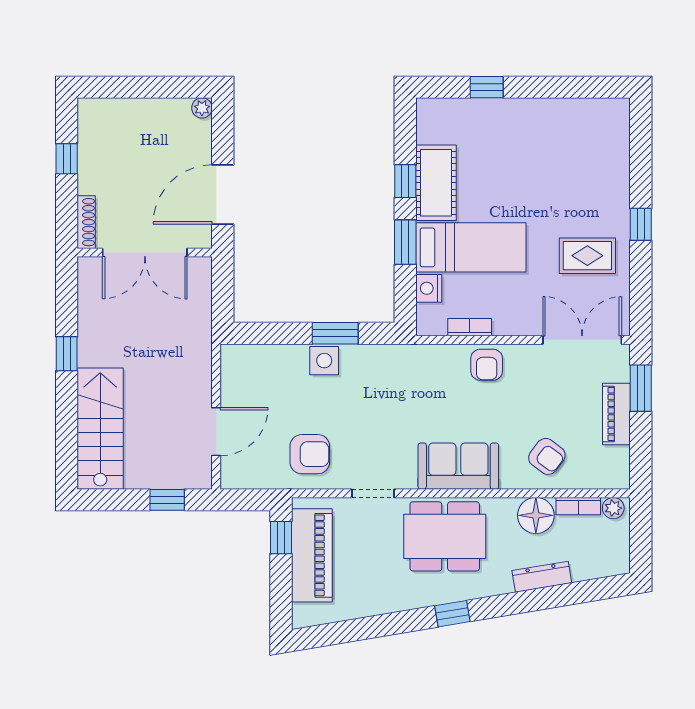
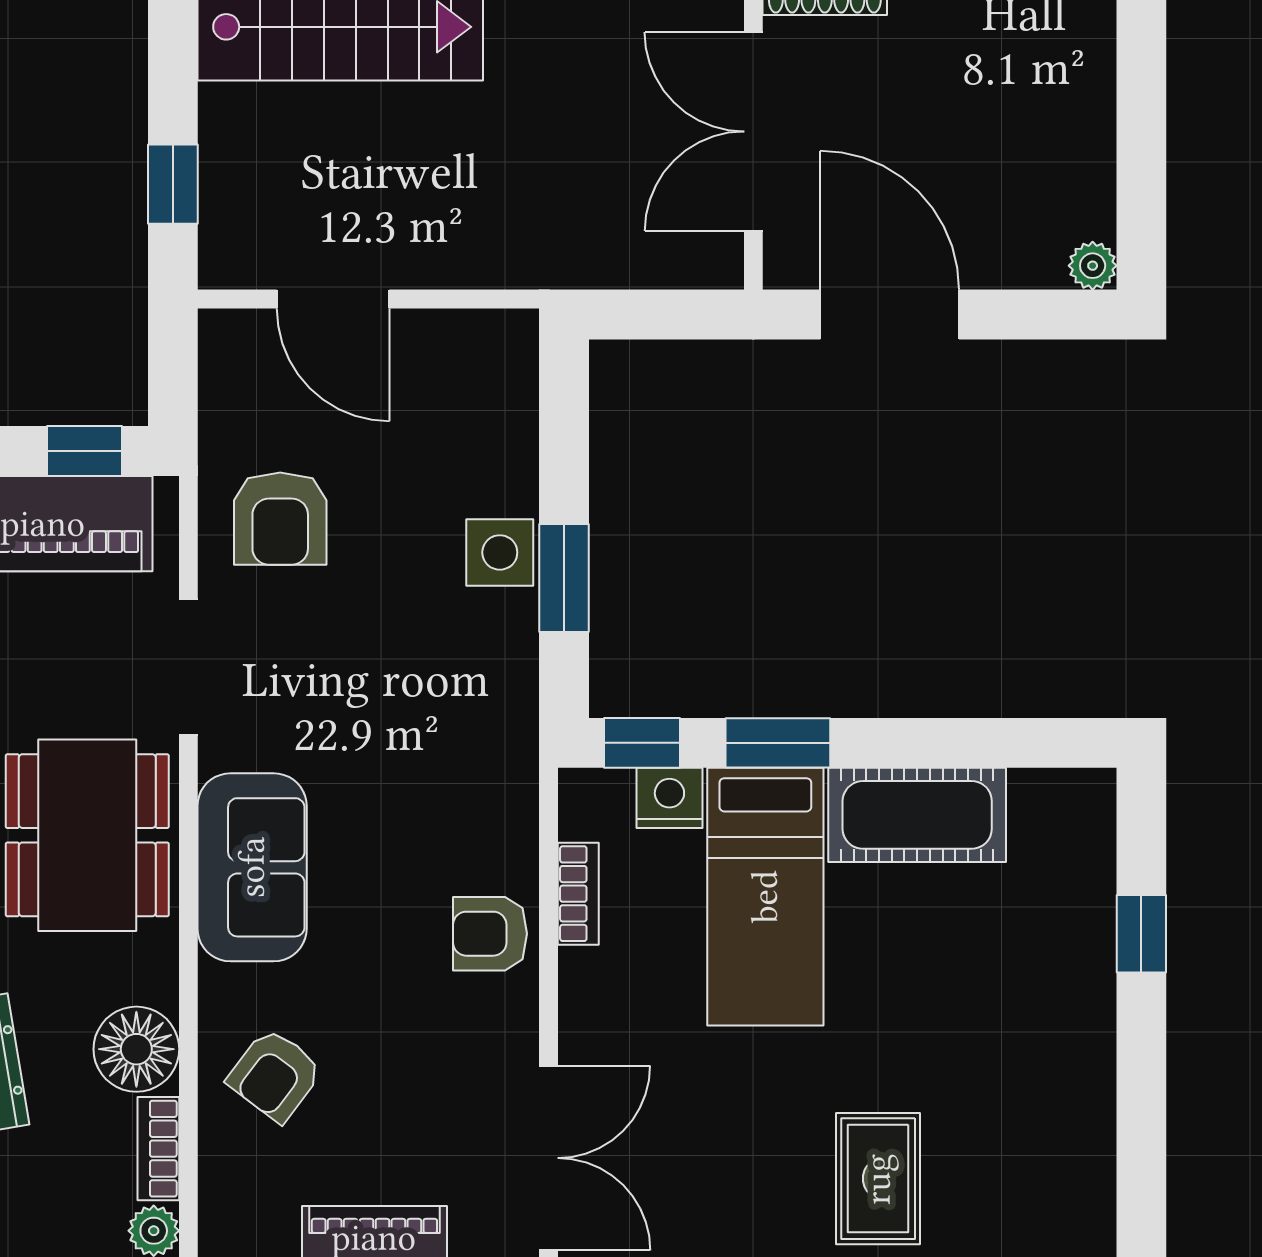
window: (405, 181) -> (642, 743), moved
rug: (587, 256) -> (878, 1179), moved
doorway: (373, 493) -> (188, 667), width x1.38

